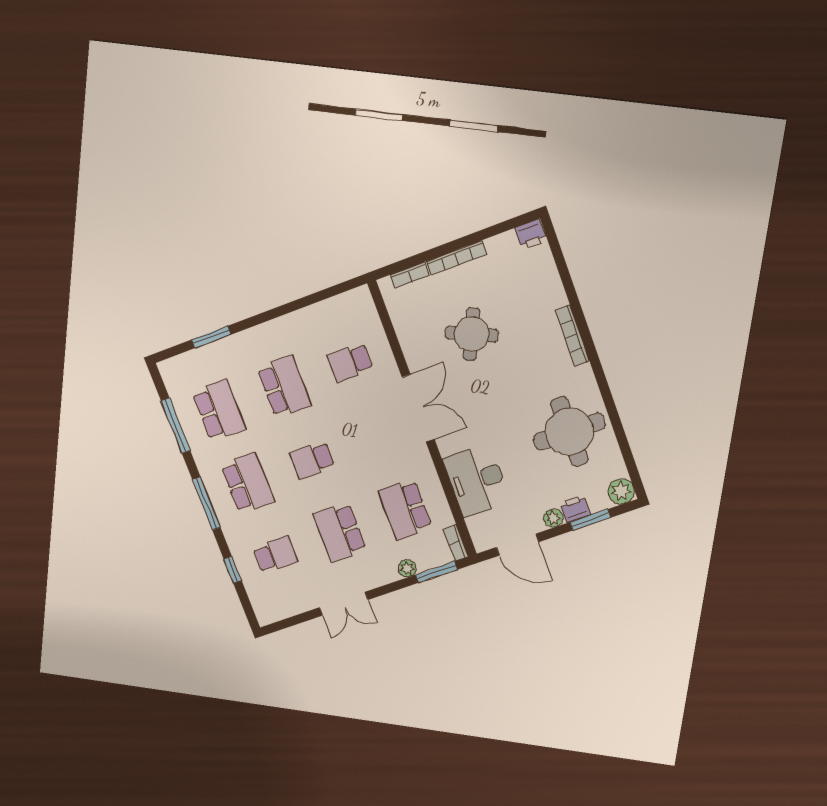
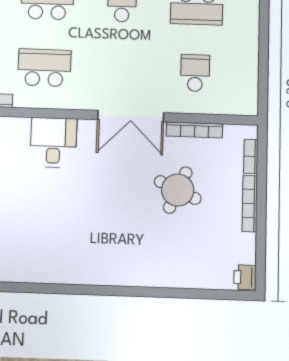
bookcase: (573, 336) -> (194, 130), moved, turned 180
round table: (569, 432) -> (56, 243), removed
desk: (477, 480) -> (53, 142), width x0.73

